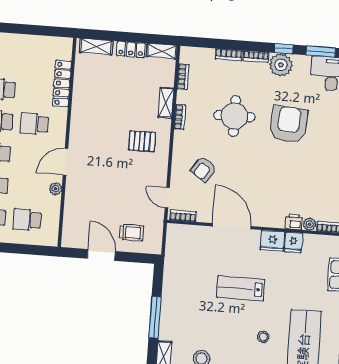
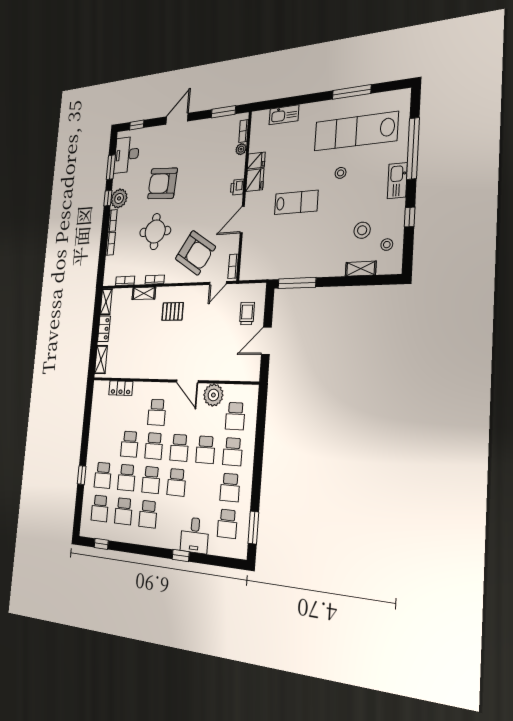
locker: (62, 84) -> (121, 388), width x0.66
pallet: (142, 141) -> (173, 311), turned 90
armchair: (203, 169) -> (195, 253), width x1.88, depth x1.88
plant: (56, 189) -> (213, 395), width x1.88, depth x1.88
printer: (294, 222) -> (237, 187), moved
door: (232, 226) -> (242, 220), width x0.73
lab bench: (241, 288) -> (296, 202), turned -90
window: (155, 317) -> (297, 283), moved

